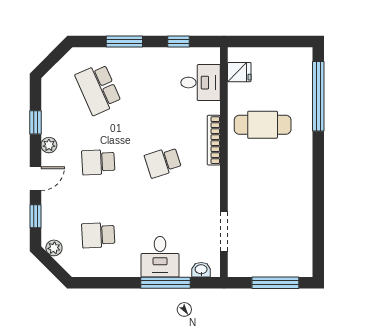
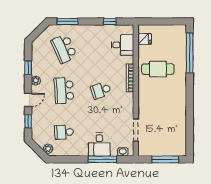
window: (124, 41) -> (68, 21), moved
school desk: (98, 162) -> (64, 90), width x1.85
plant: (54, 248) -> (48, 149), moved

